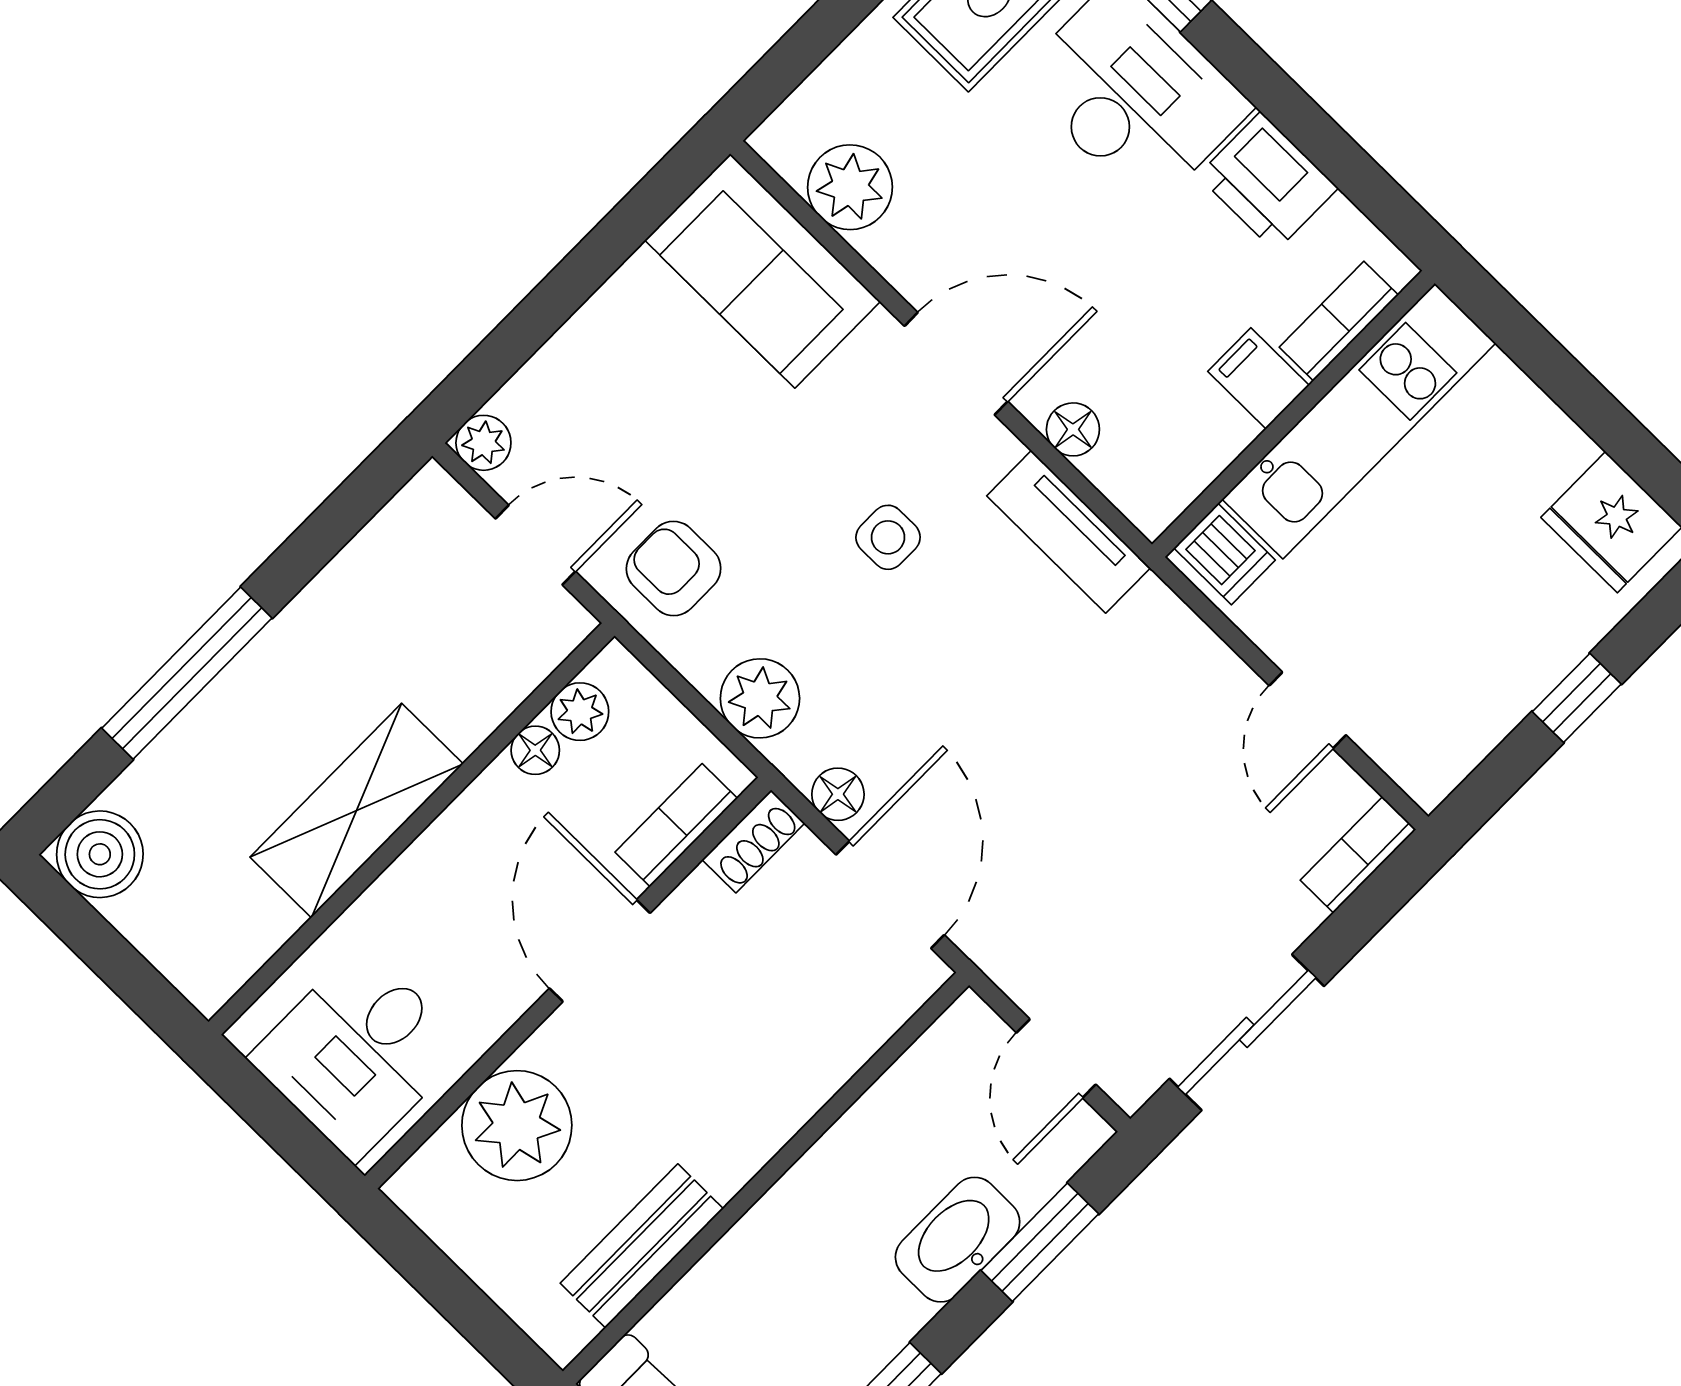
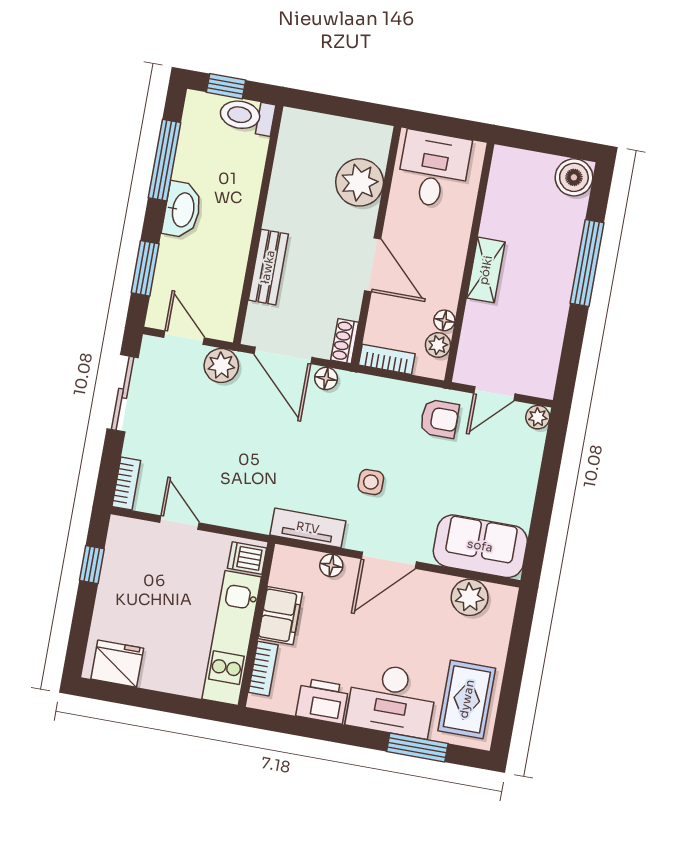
filing cabinet: (1258, 378) -> (280, 616), width x2.00
plant: (760, 698) -> (221, 365), moved
window: (1577, 698) -> (92, 565), moved
shelving: (357, 810) -> (486, 270), width x0.67, depth x0.75
bookcase: (676, 825) -> (387, 359), moved, turned -90
washbasin: (958, 1240) -> (182, 210), moved
bench: (642, 1246) -> (268, 267), moved

